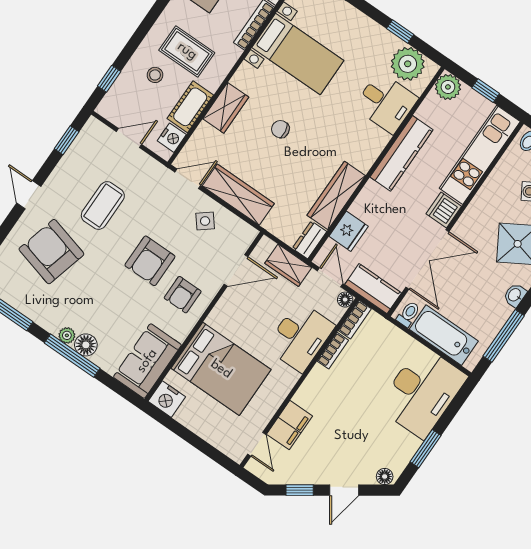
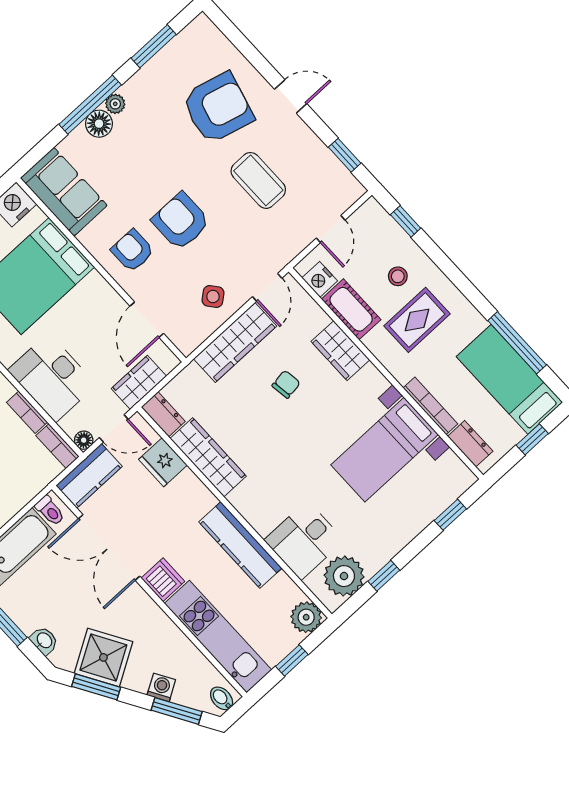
chair: (280, 129) -> (286, 384), moved

